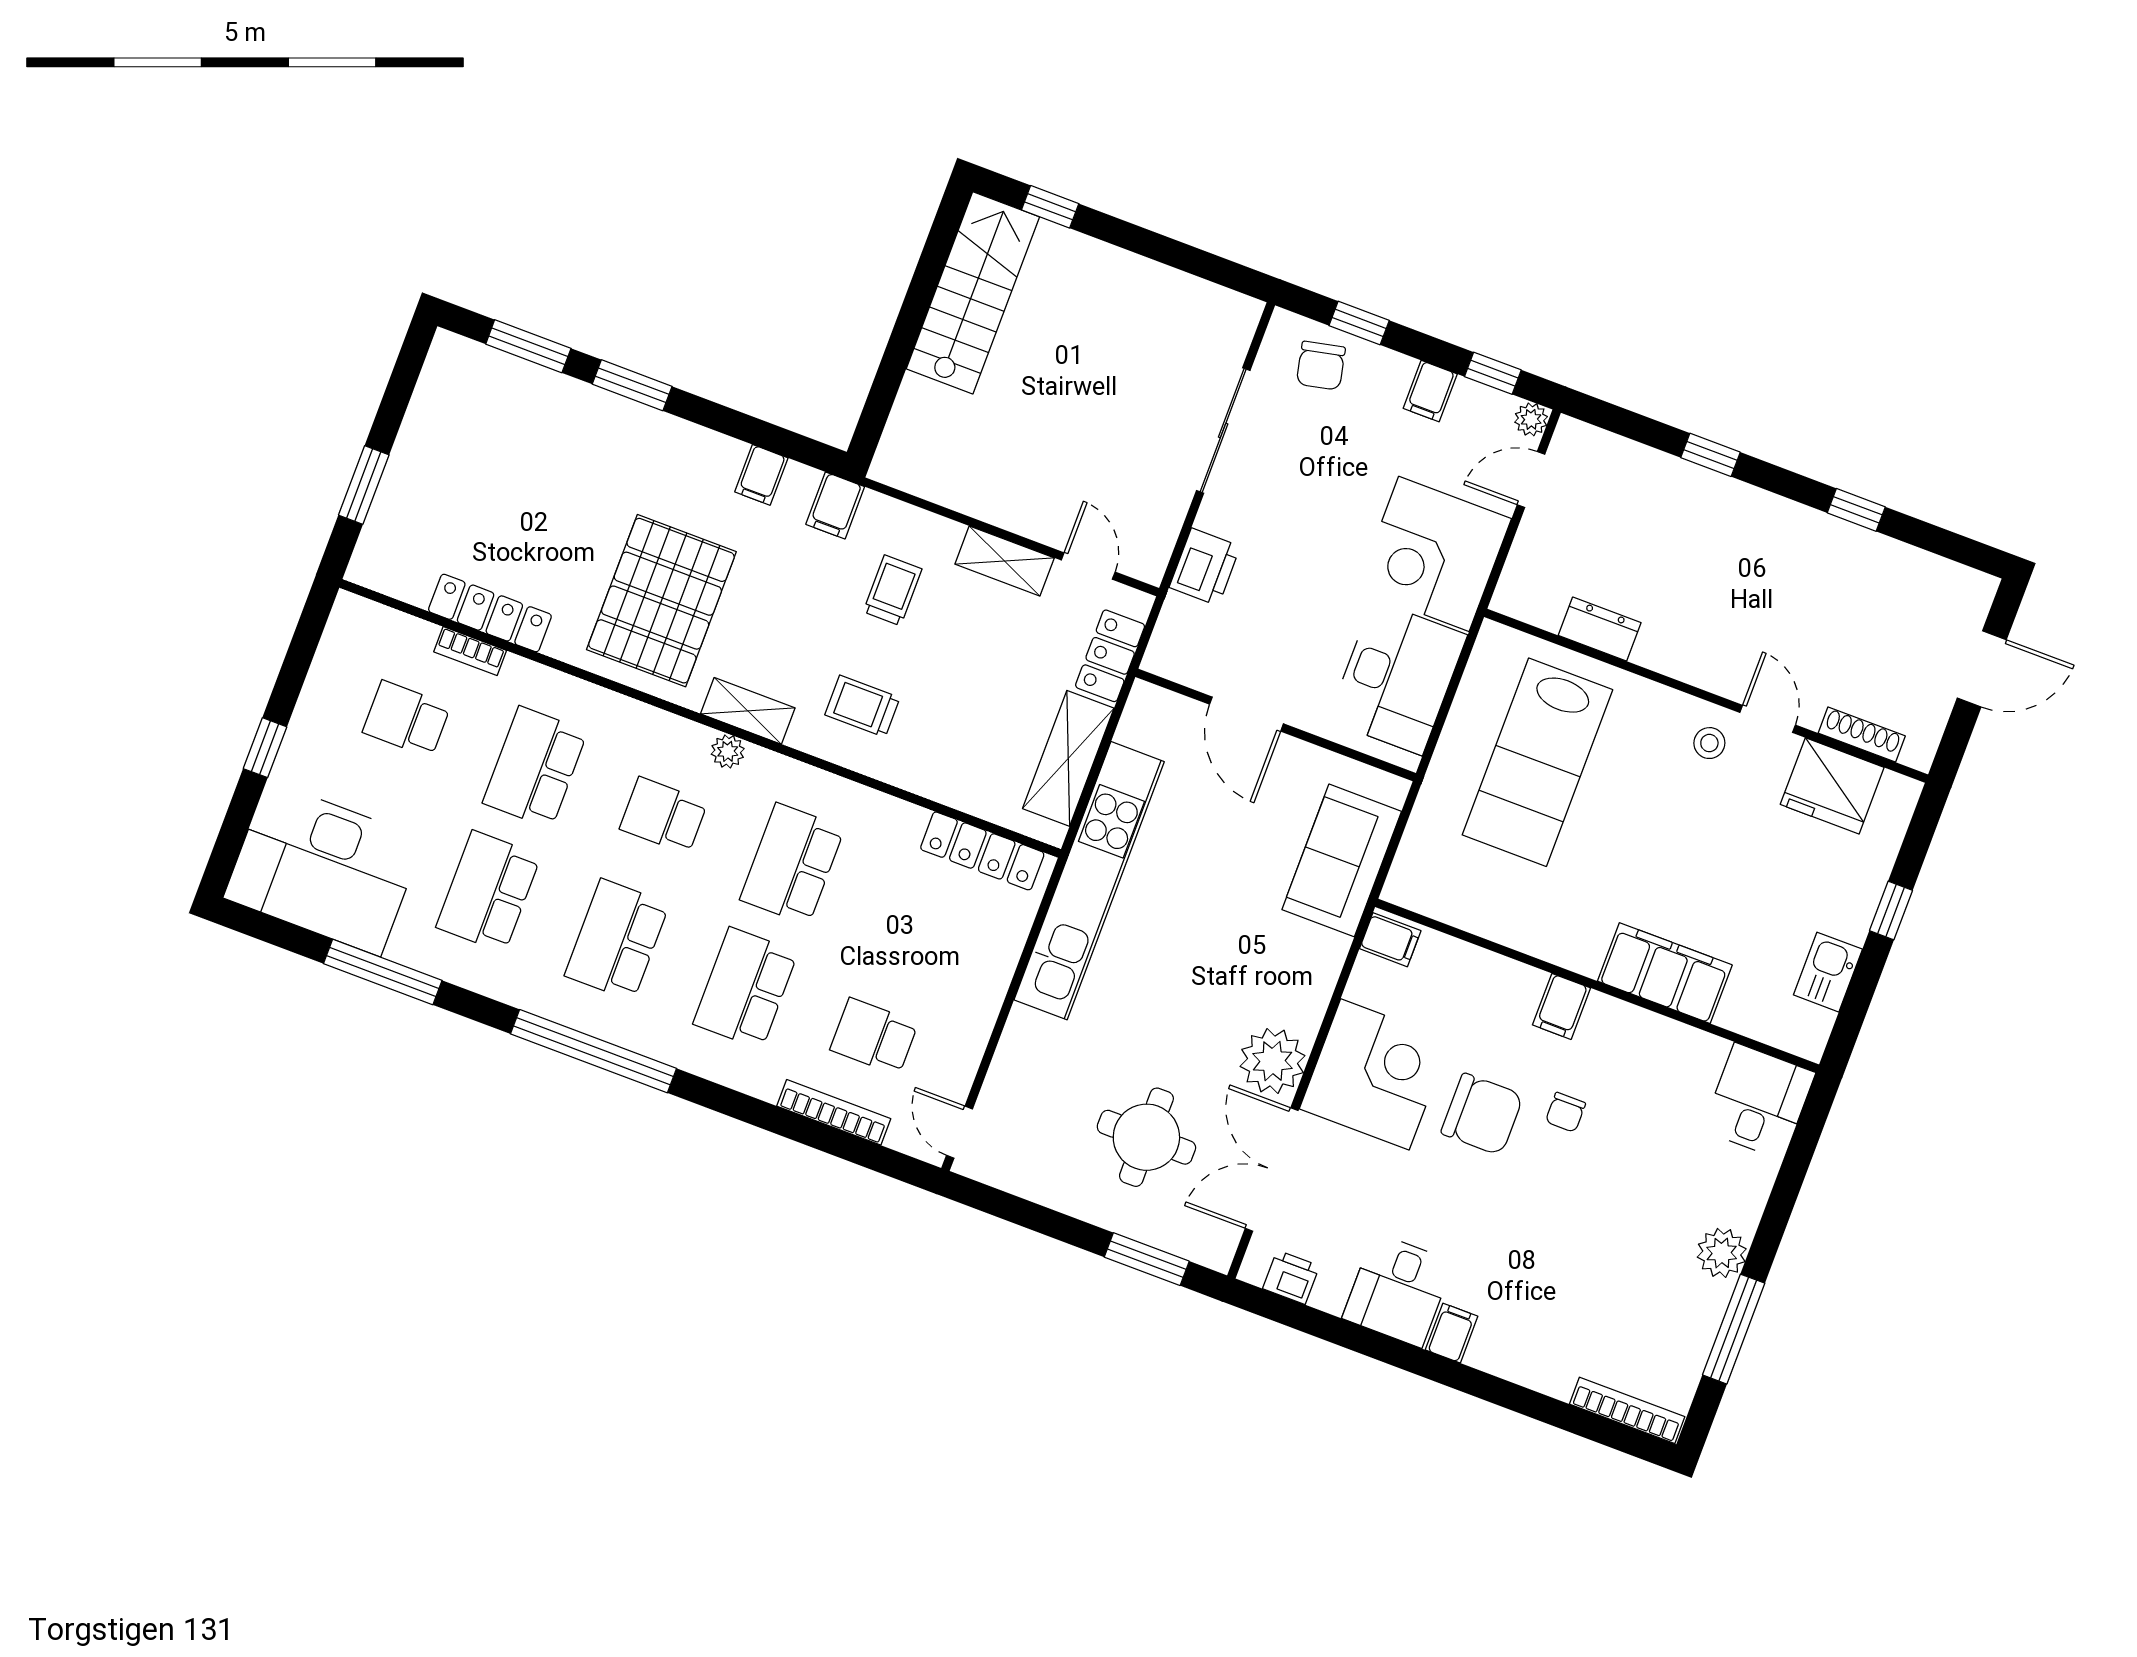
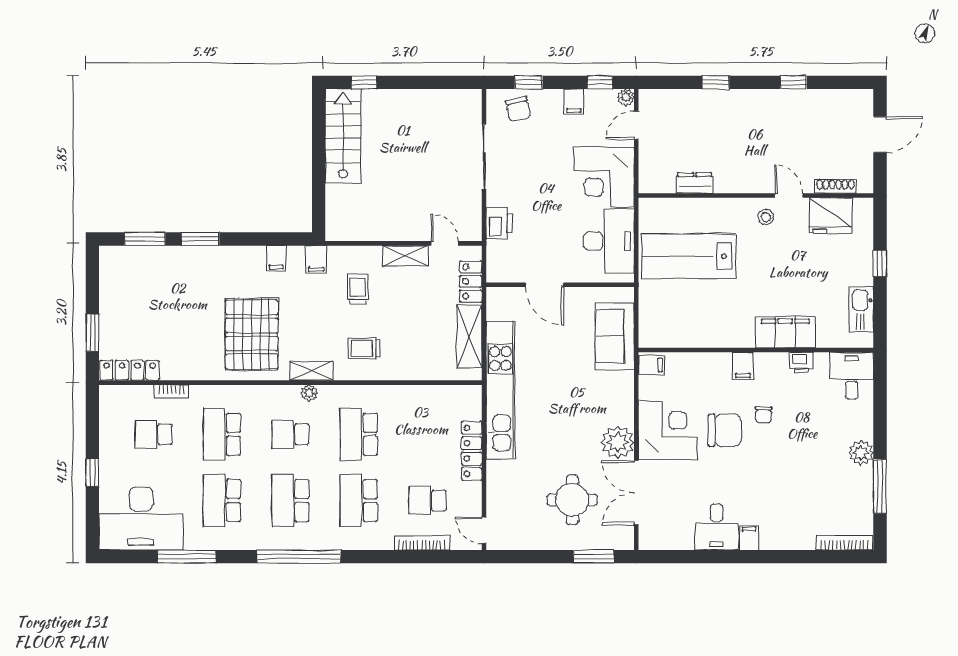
locker: (490, 613) -> (130, 370), moved
lab bench: (1537, 762) -> (689, 256), turned 90
locker: (982, 851) -> (472, 451), moved, turned 90
kitchen sink: (1828, 972) -> (861, 309), width x1.38
printer: (1291, 1277) -> (801, 362), moved, turned 180

